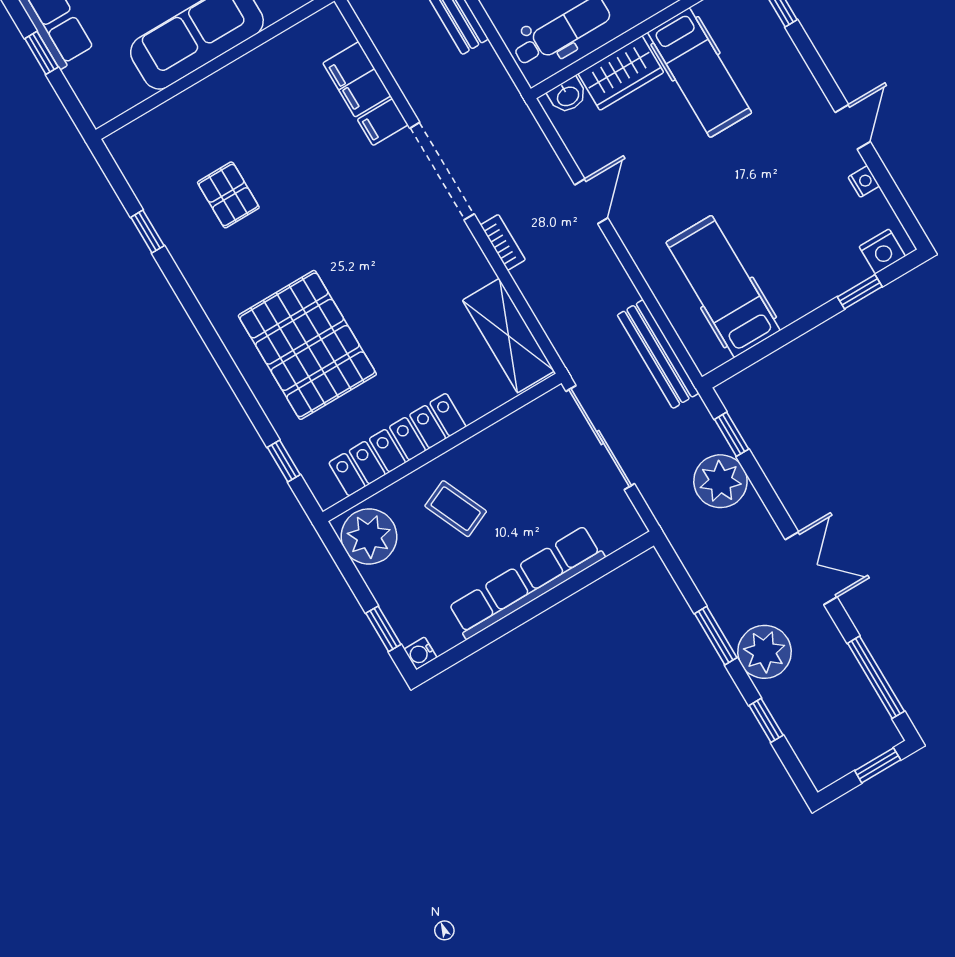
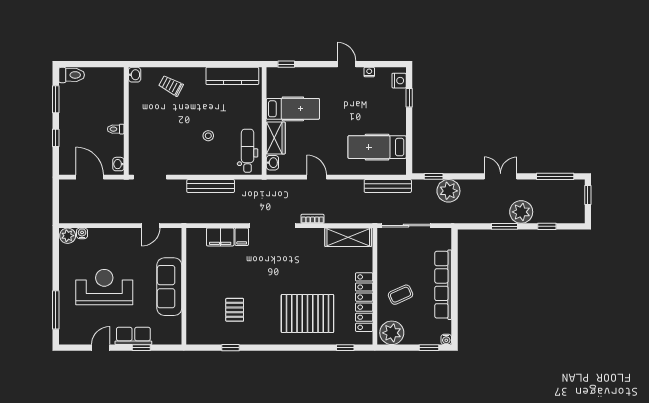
pallet: (228, 195) -> (235, 310), turned 90

